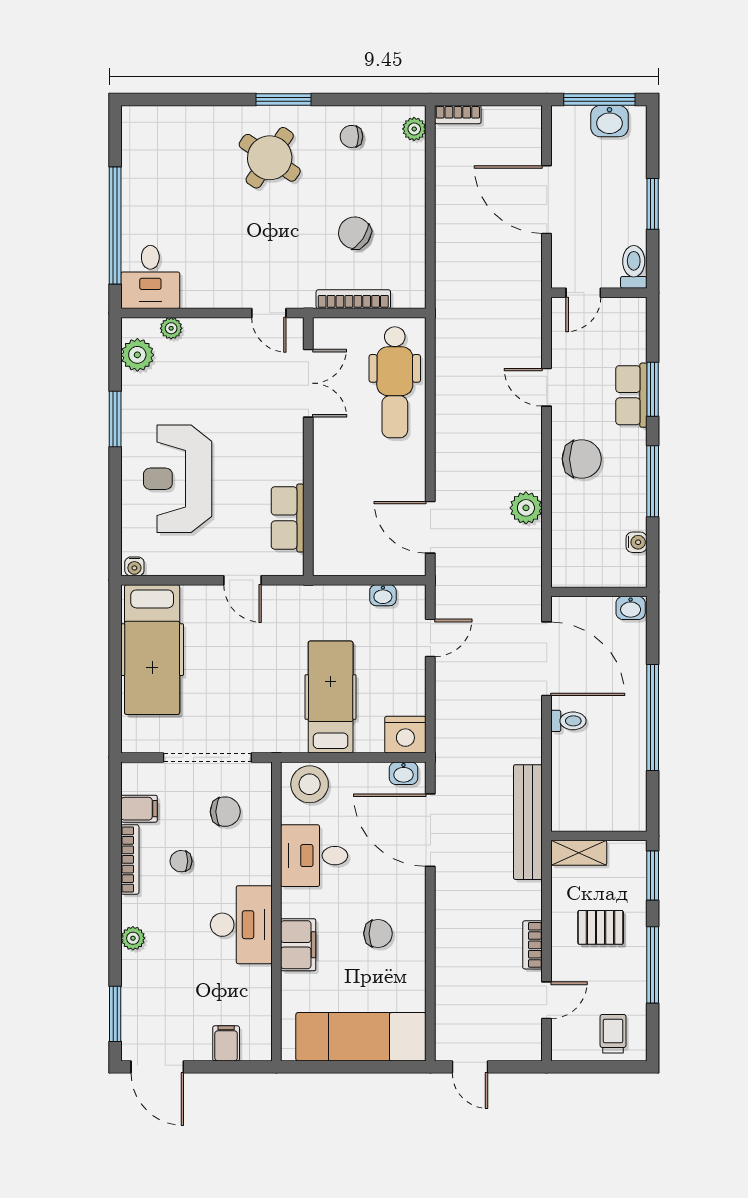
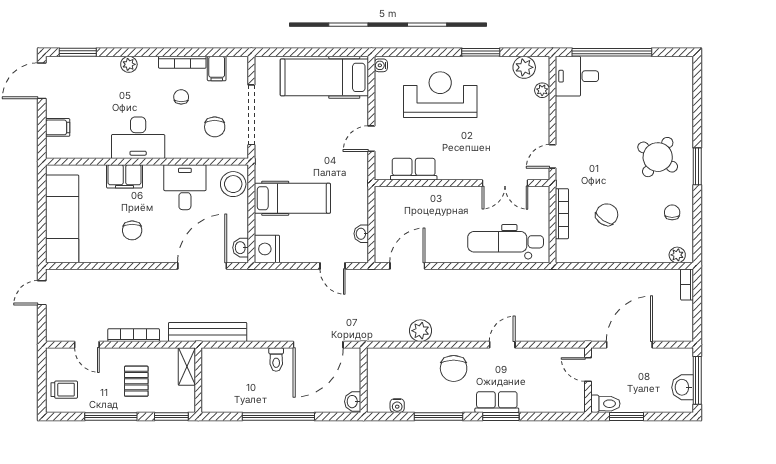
toilet: (634, 267) -> (605, 404), moved
door: (583, 293) -> (588, 369), moved
wall: (599, 293) -> (588, 380), moved
bookcase: (532, 945) -> (134, 335), width x1.56

